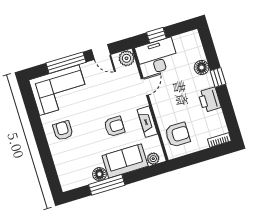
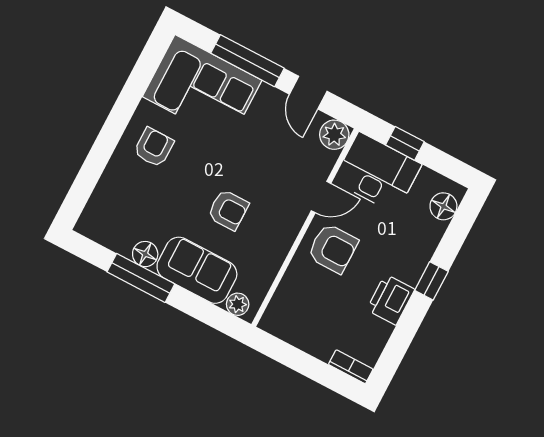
floor lamp: (202, 67) -> (443, 206), moved
fireplace: (147, 122) -> (279, 247), removed
armchair: (178, 135) -> (333, 248), moved

